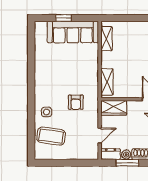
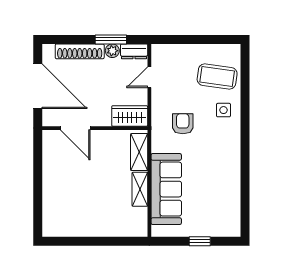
sofa: (73, 32) -> (166, 189), moved, turned 90
shelving: (106, 39) -> (140, 189), moved

